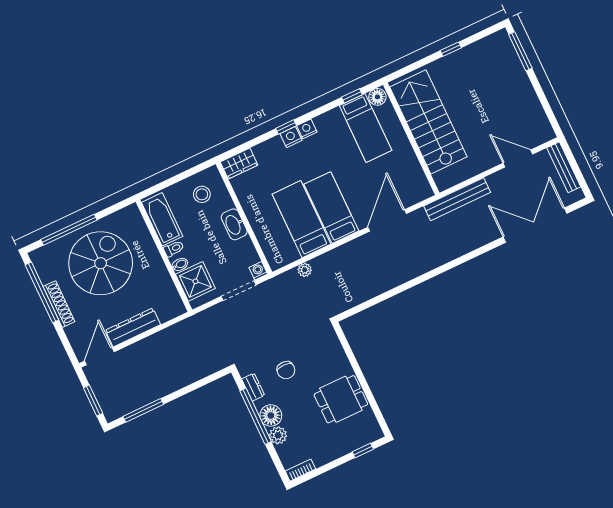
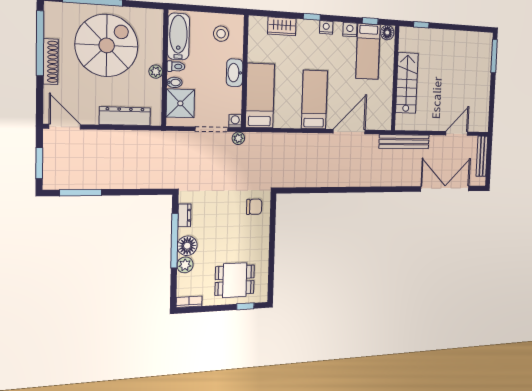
window: (451, 49) -> (421, 25), moved
stairs: (428, 122) -> (407, 83), width x0.73, depth x0.66
nightstand: (291, 137) -> (350, 29), moved
door: (518, 159) -> (457, 133), hinge flipped
wardrobe: (239, 163) -> (282, 26), moved
bed: (301, 219) -> (260, 96), moved
plant: (157, 264) -> (156, 72), added
plant: (305, 270) -> (238, 138), moved
dresser: (133, 327) -> (125, 116), moved
door: (99, 356) -> (65, 127), hinge flipped
chair: (286, 370) -> (254, 207), moved, turned -90
dining table: (341, 399) -> (235, 280), moved

